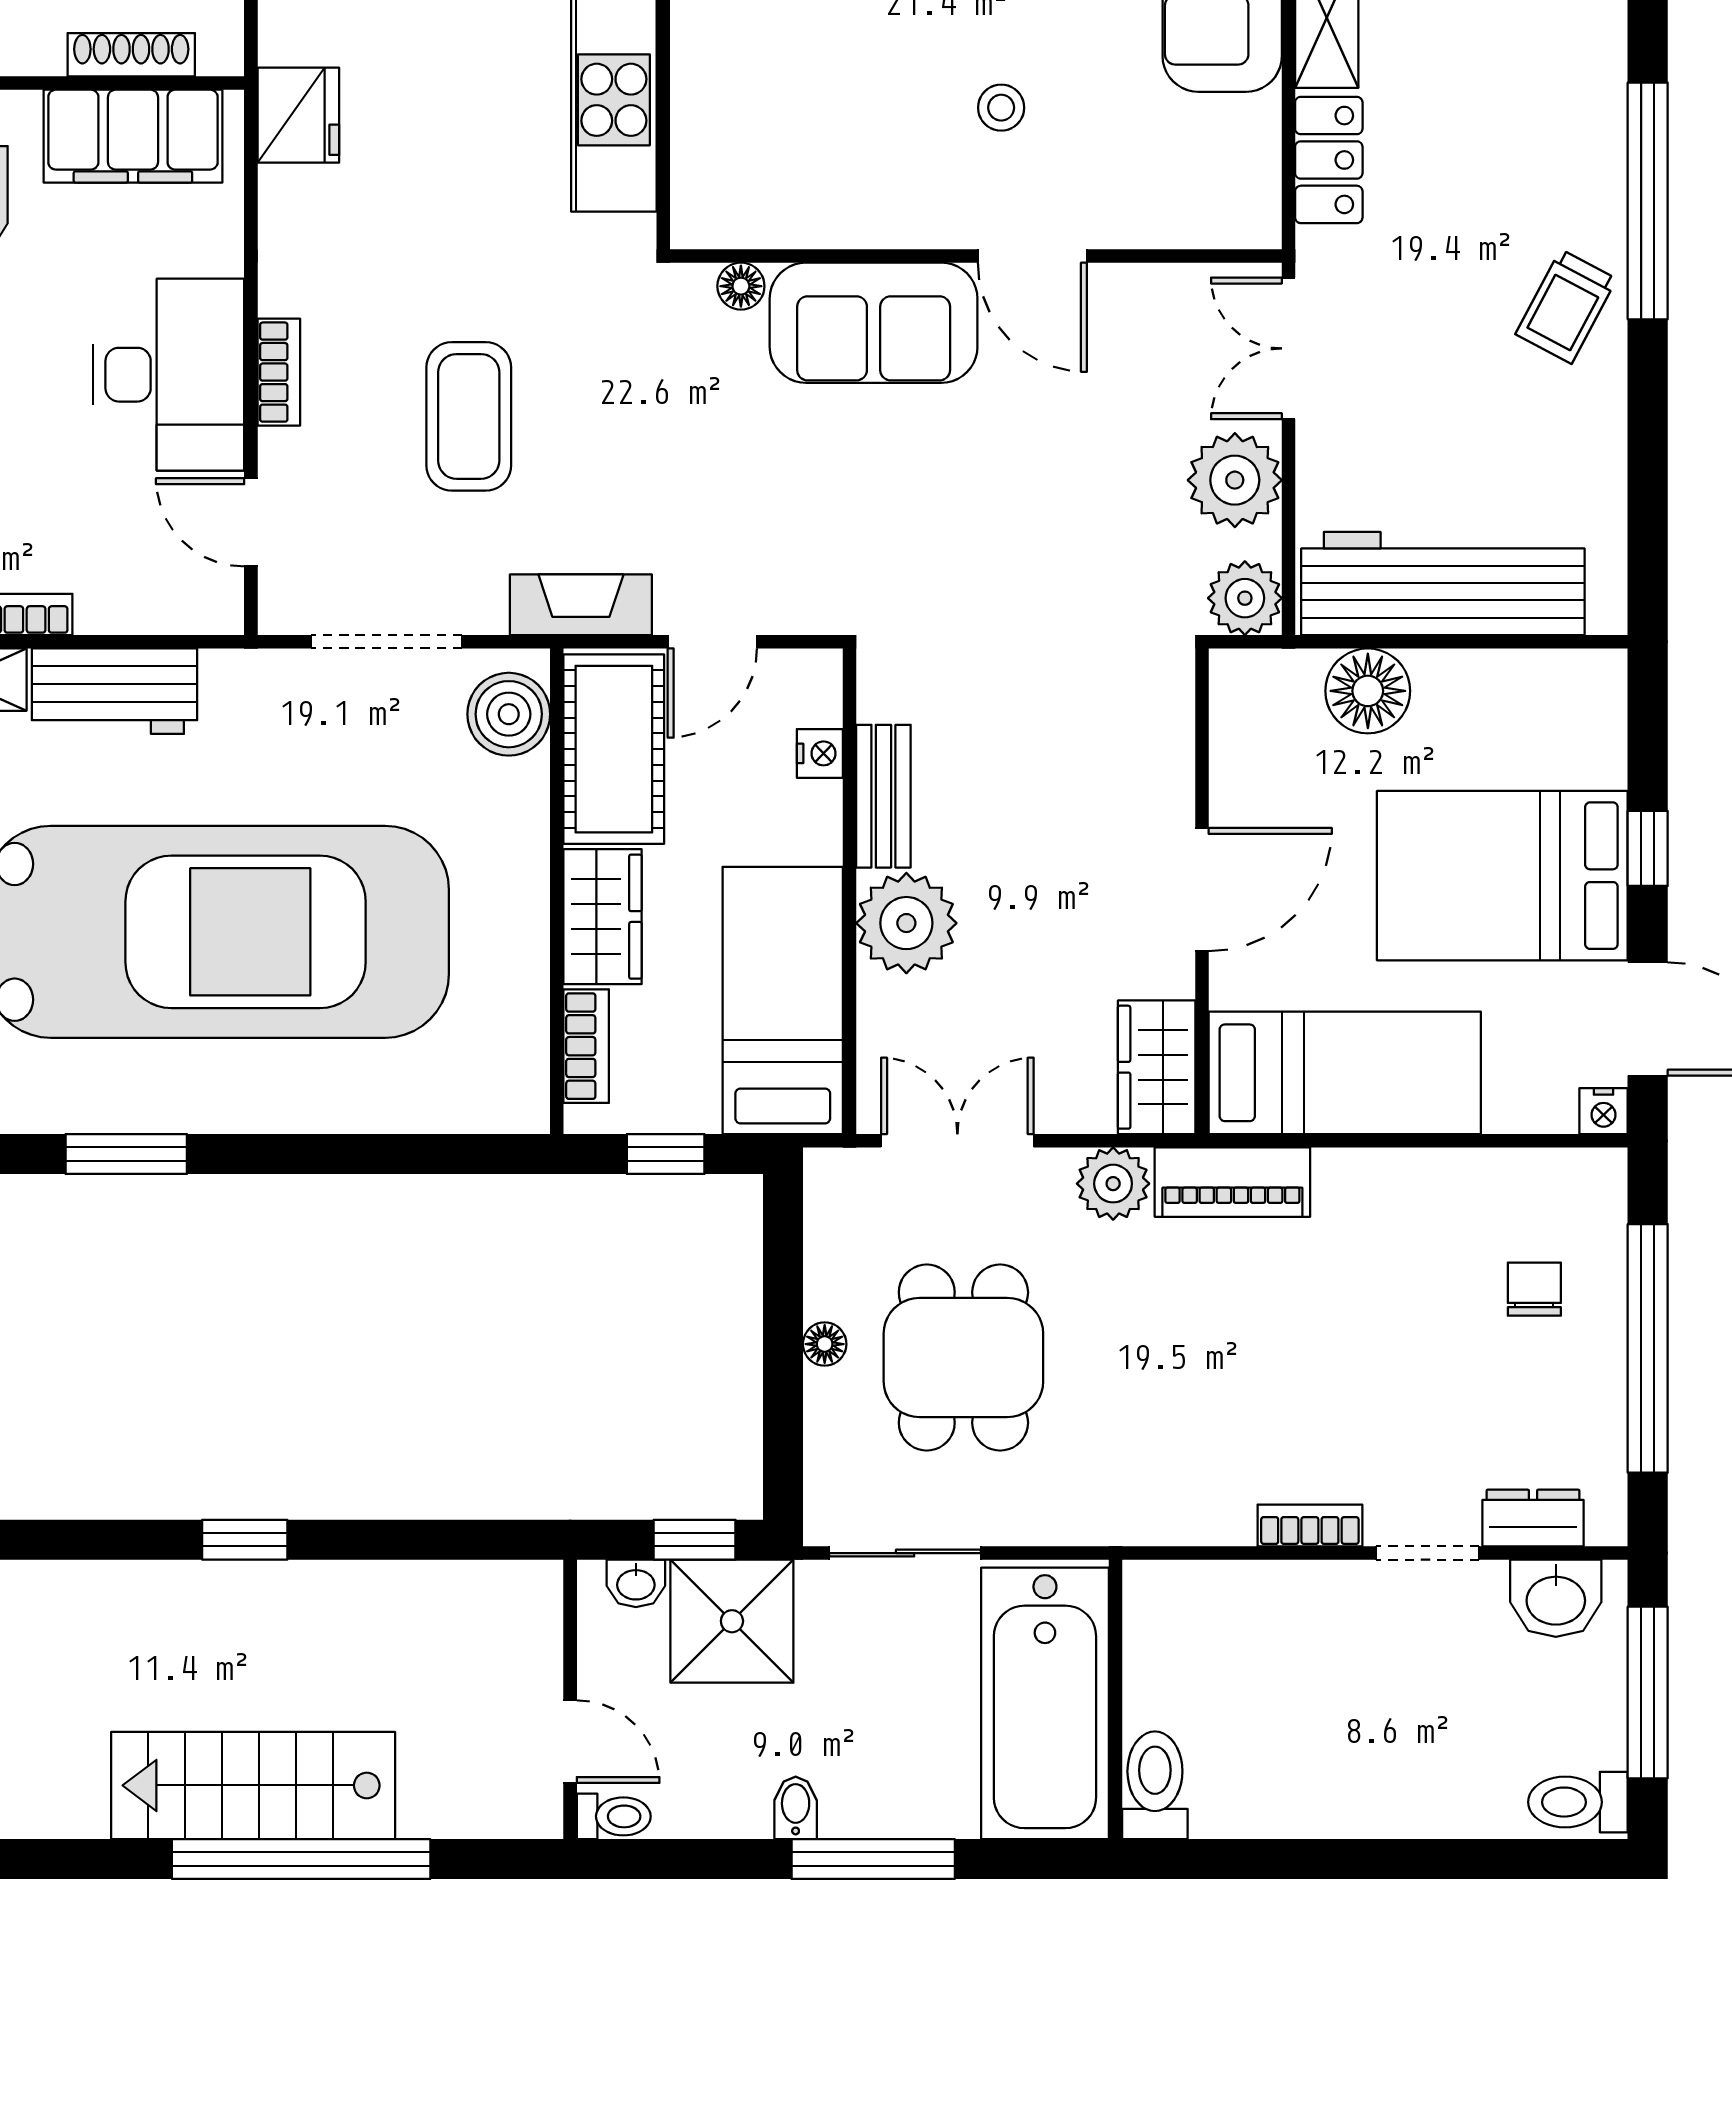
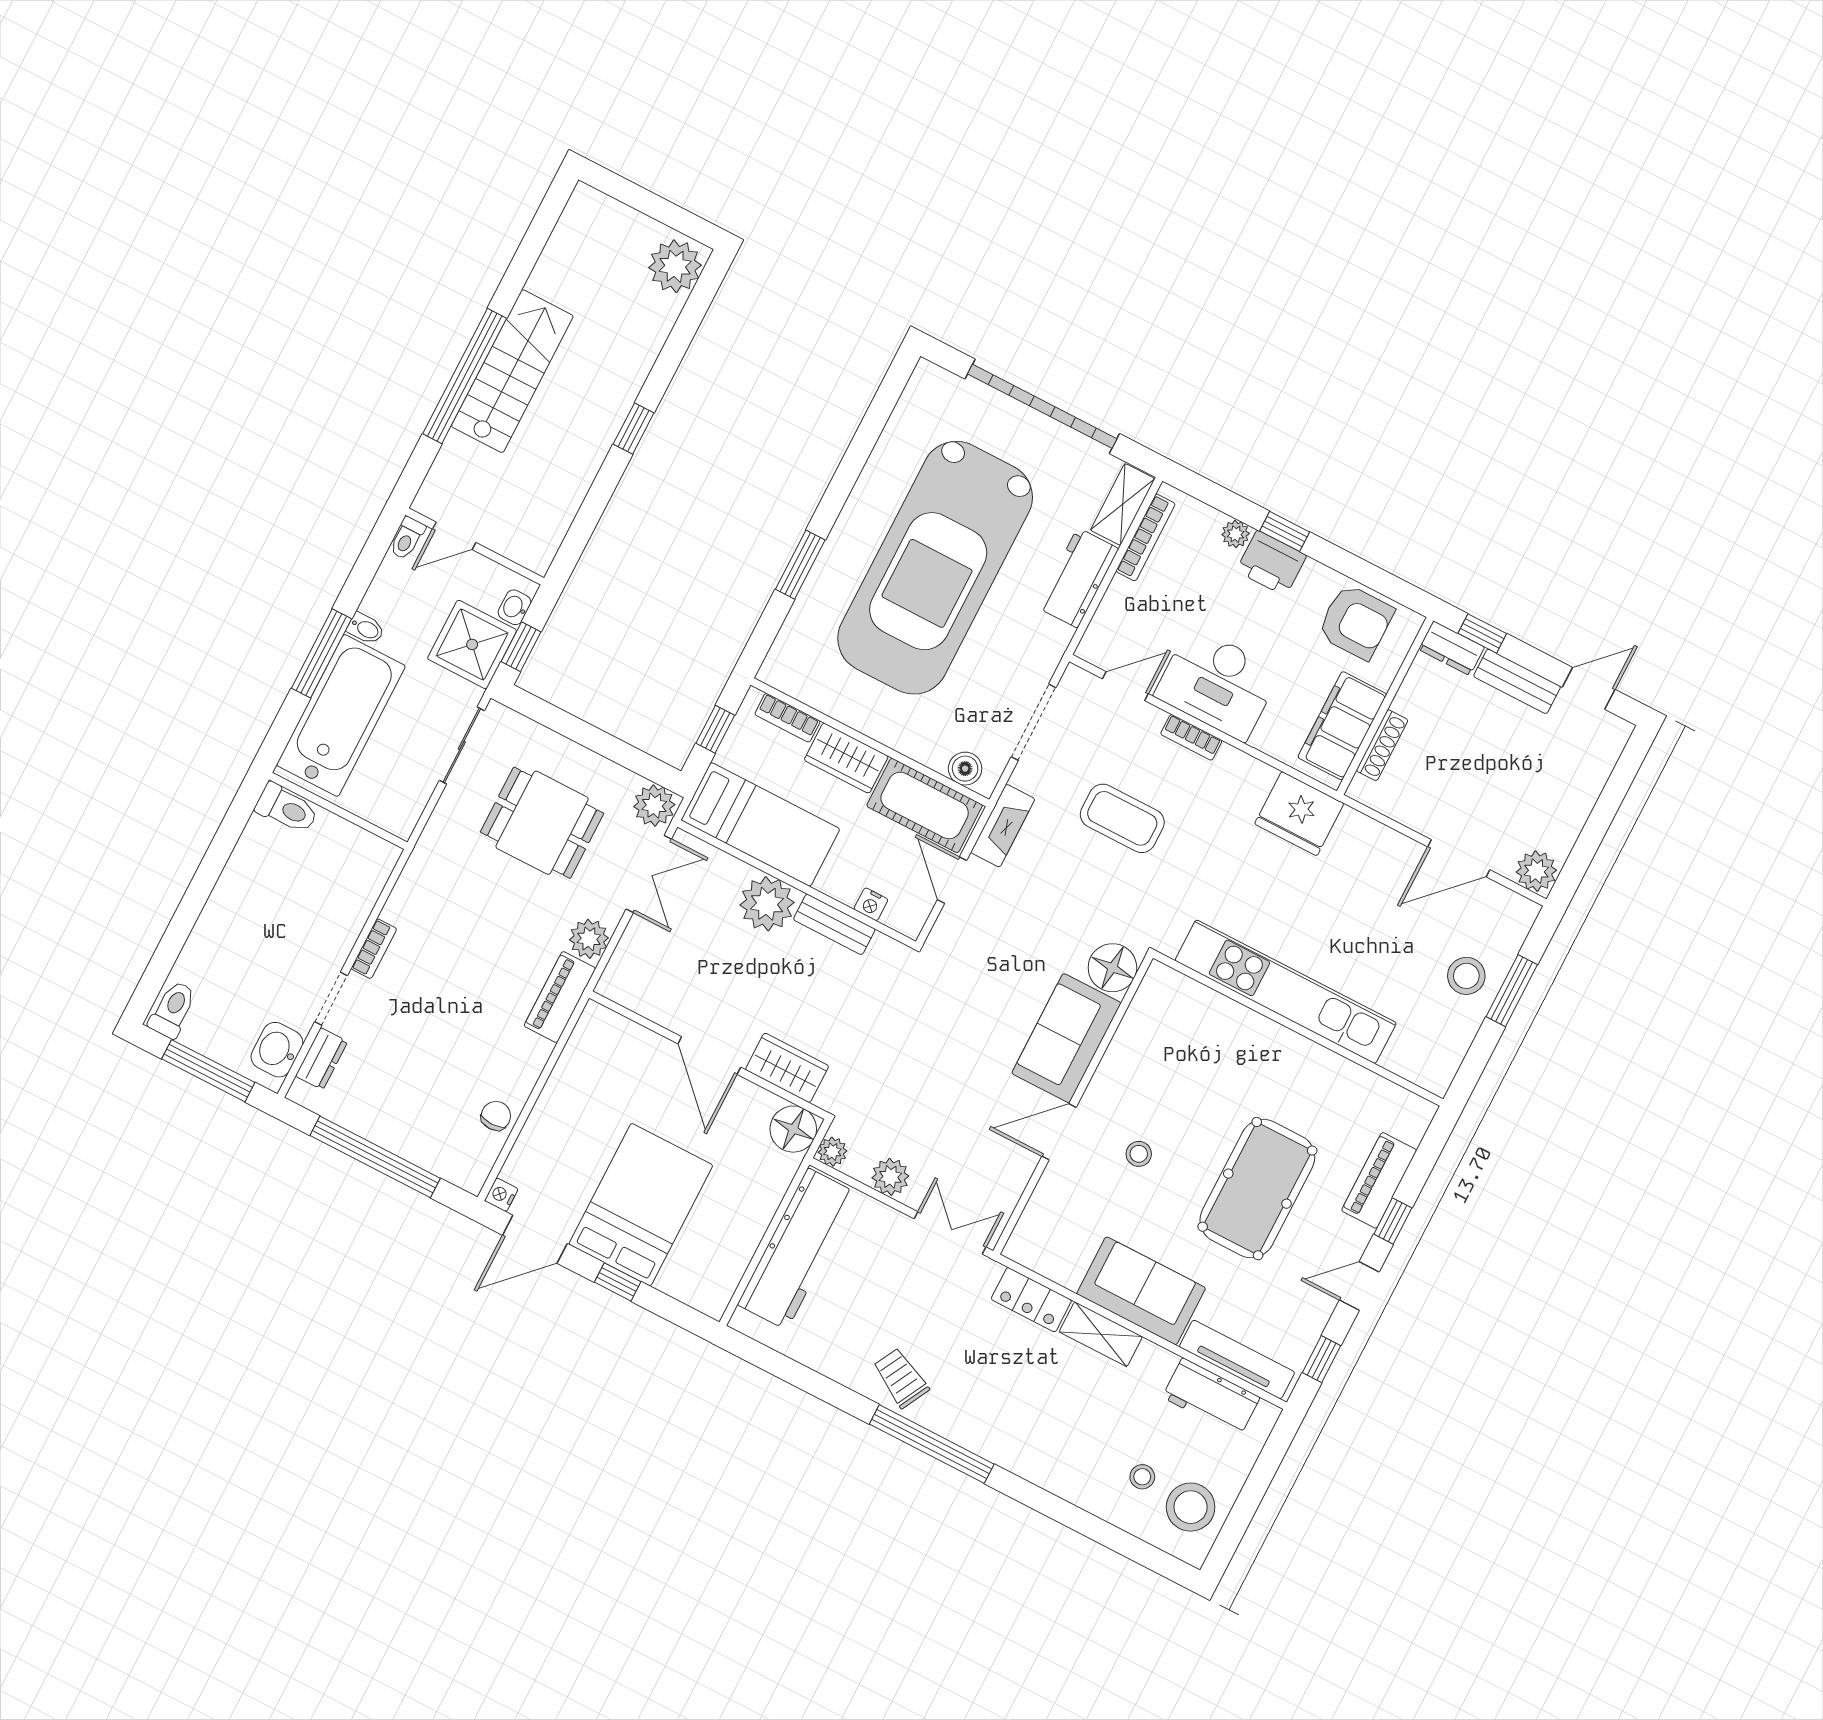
fridge: (298, 115) -> (1299, 814), width x1.36, depth x1.34
floor lamp: (741, 286) -> (1112, 968), width x1.89, depth x1.89
plant: (1235, 480) -> (890, 1177), width x0.73, depth x0.73
plant: (1245, 598) -> (832, 1152), width x0.73, depth x0.73
floor lamp: (1368, 691) -> (793, 1129), moved
boiler: (509, 714) -> (965, 769), width x0.73, depth x0.73
wardrobe: (1157, 1067) -> (787, 1068), moved
bed: (1345, 1073) -> (585, 1079), removed
window: (126, 1154) -> (800, 565), moved
plant: (841, 1189) -> (654, 806), added
chair: (1534, 1289) -> (496, 1116), moved, turned -90
floor lamp: (825, 1344) -> (583, 759), removed
bathtub: (1045, 1703) -> (341, 715), moved, turned 90

